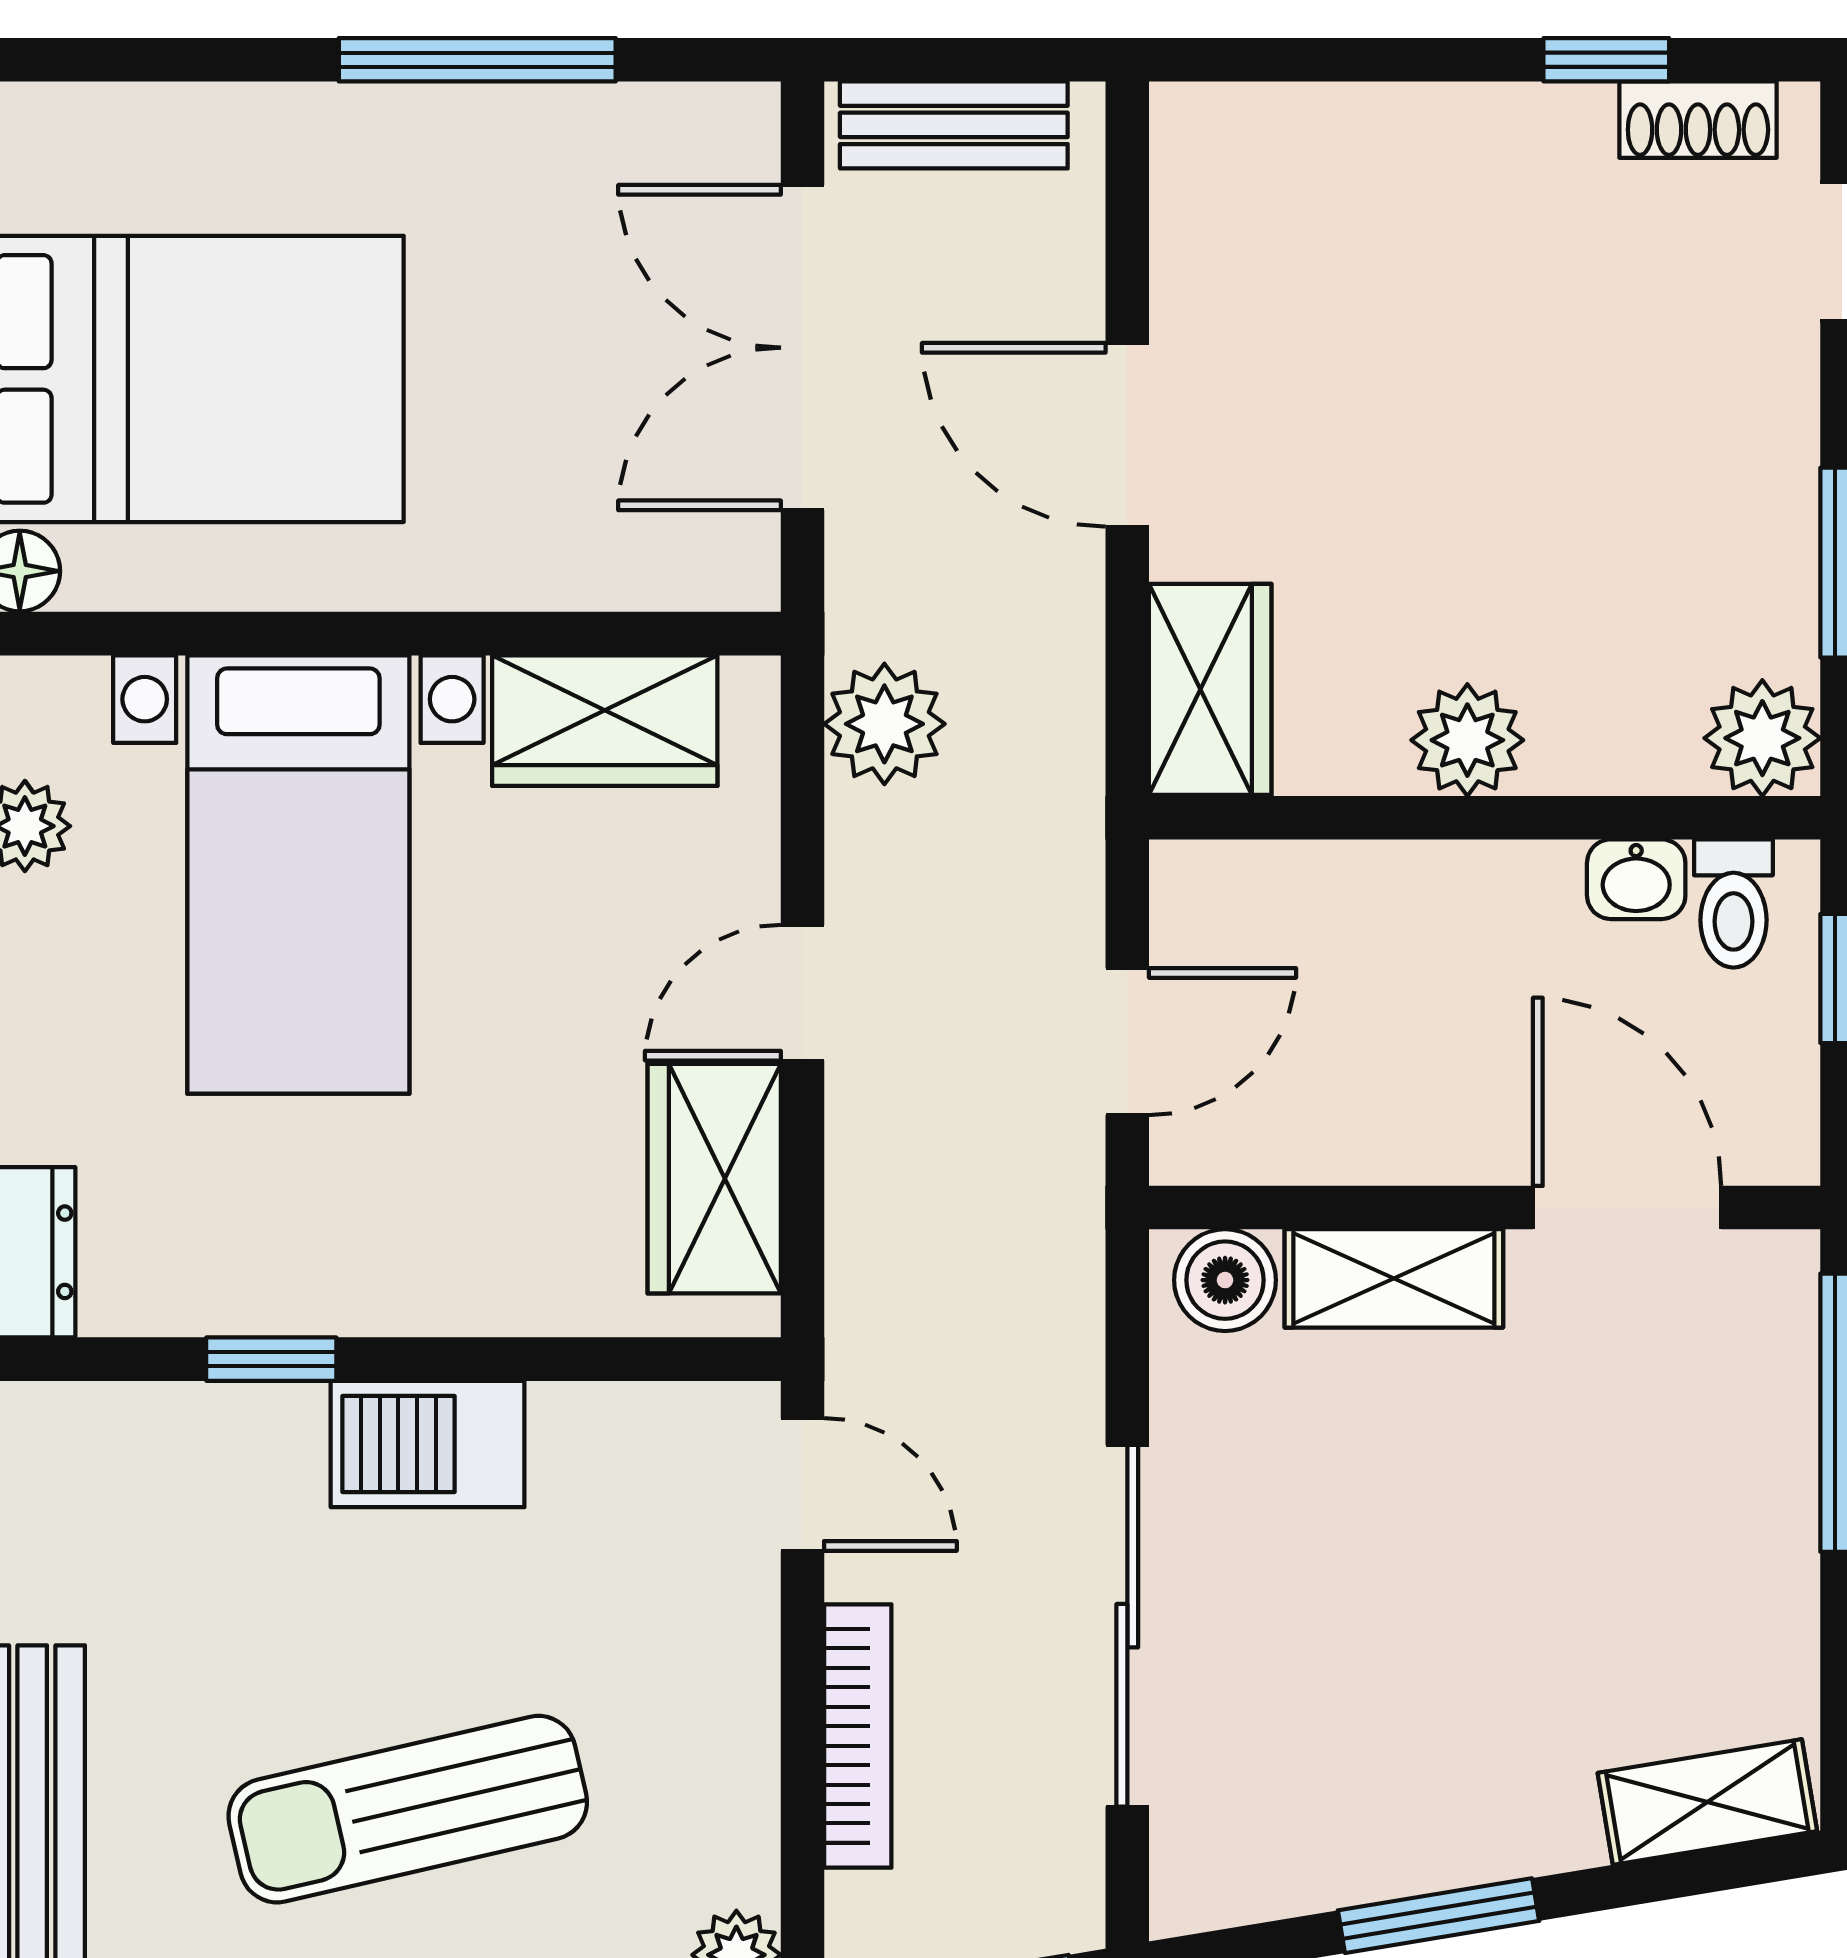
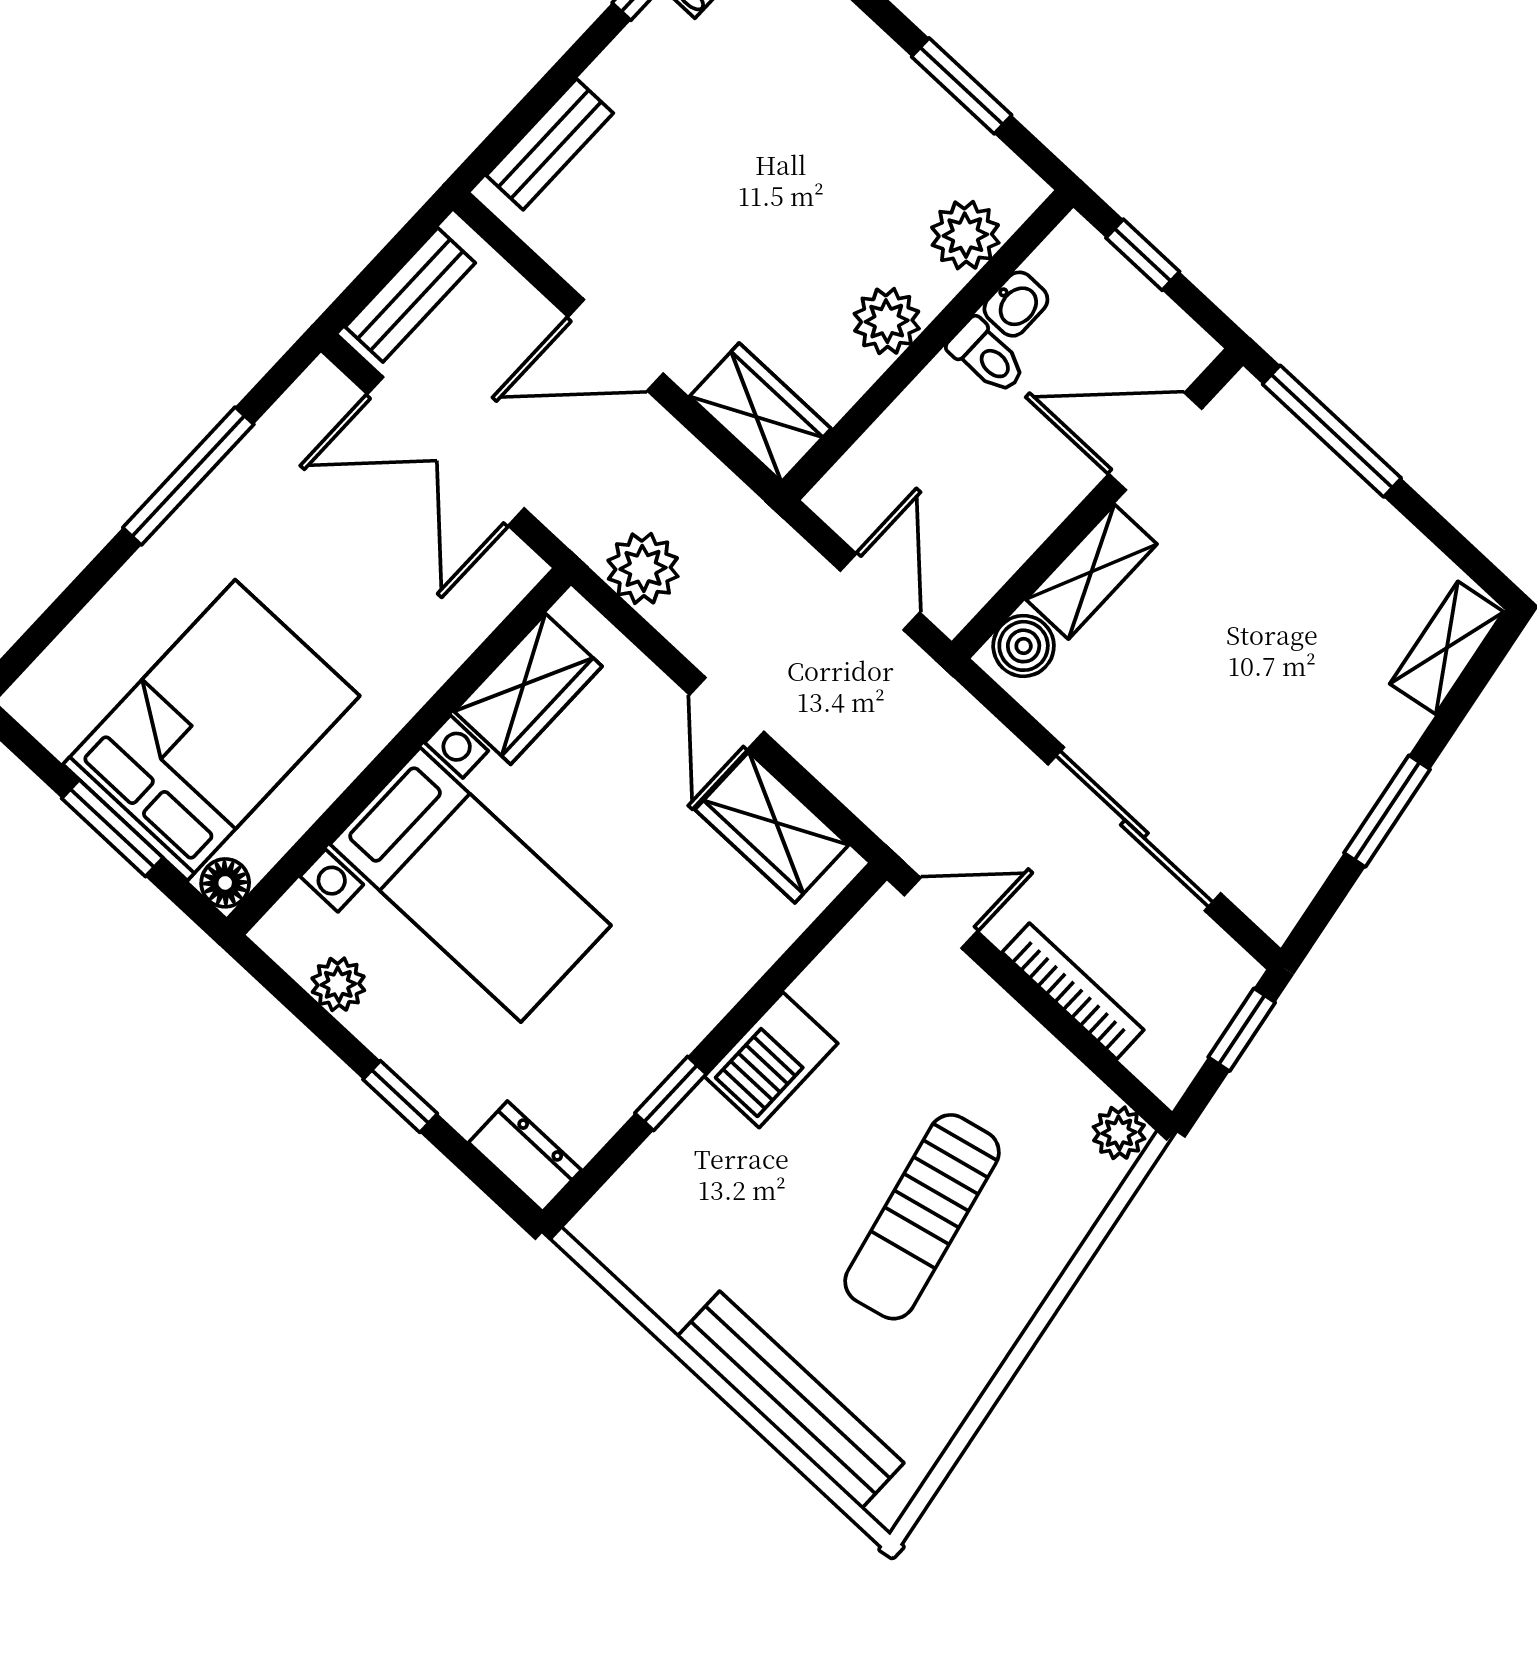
bench: (1299, 124) -> (550, 144), added
plant: (1762, 738) -> (965, 235), moved
toilet: (1733, 903) -> (987, 356), moved

